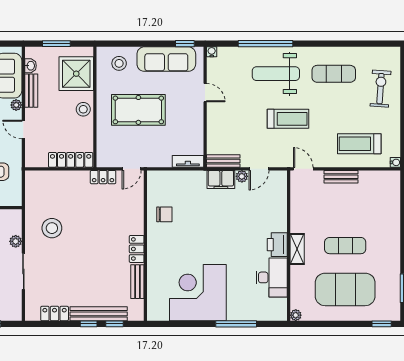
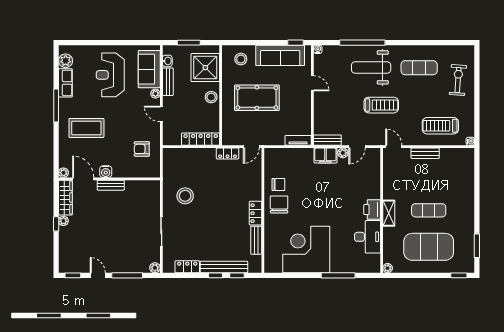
chair: (165, 239) -> (279, 205), added
plant: (16, 241) -> (155, 268), moved

